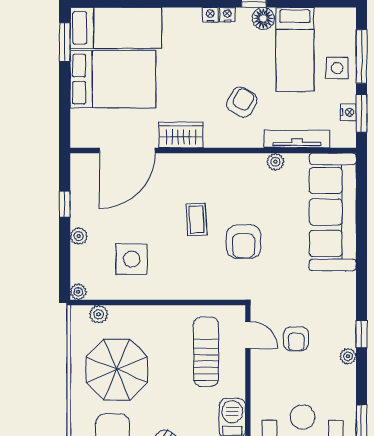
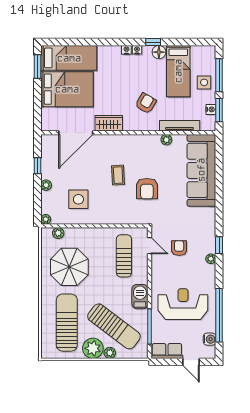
armchair: (296, 339) -> (179, 248), turned 180

